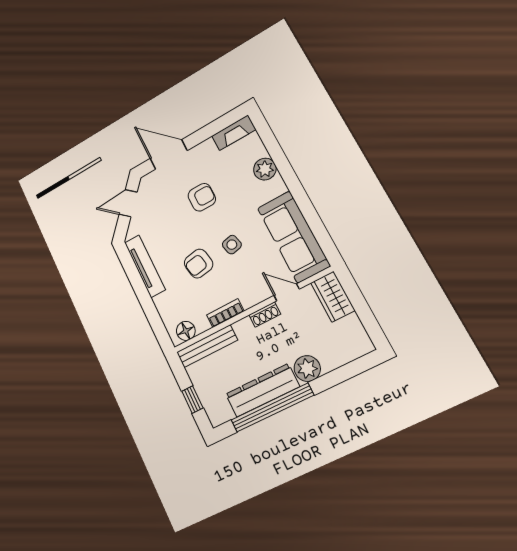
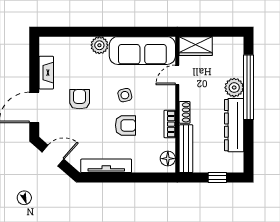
fireplace: (234, 133) -> (46, 73), moved
plant: (265, 169) -> (99, 45), moved
door: (128, 203) -> (53, 156), swing flipped
armchair: (199, 264) -> (125, 125), turned -80
shoe rack: (265, 314) -> (185, 112), moved
window: (272, 408) -> (249, 87), moved

